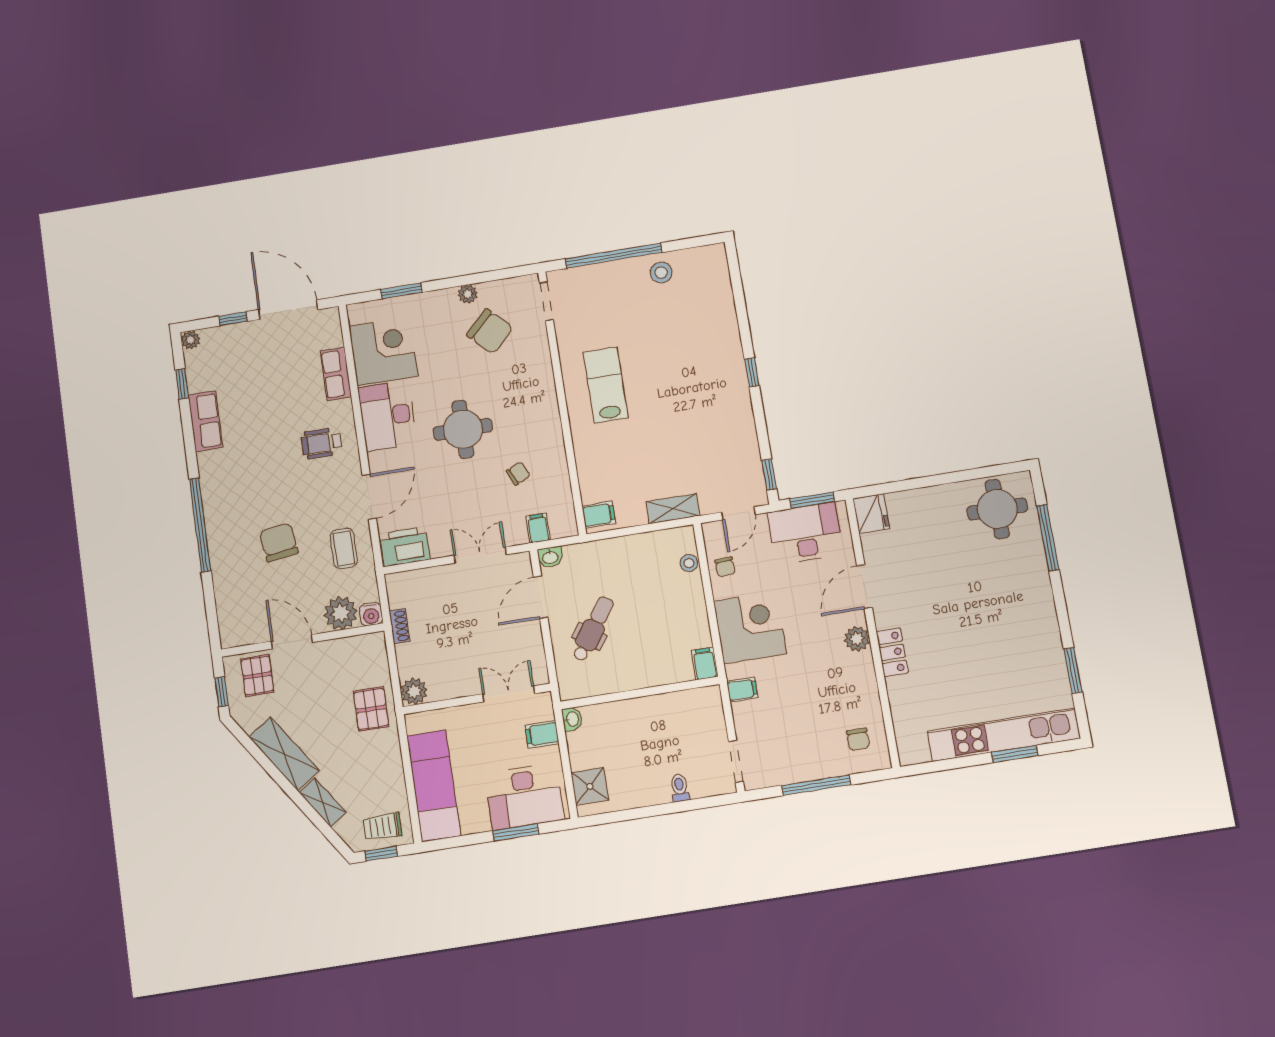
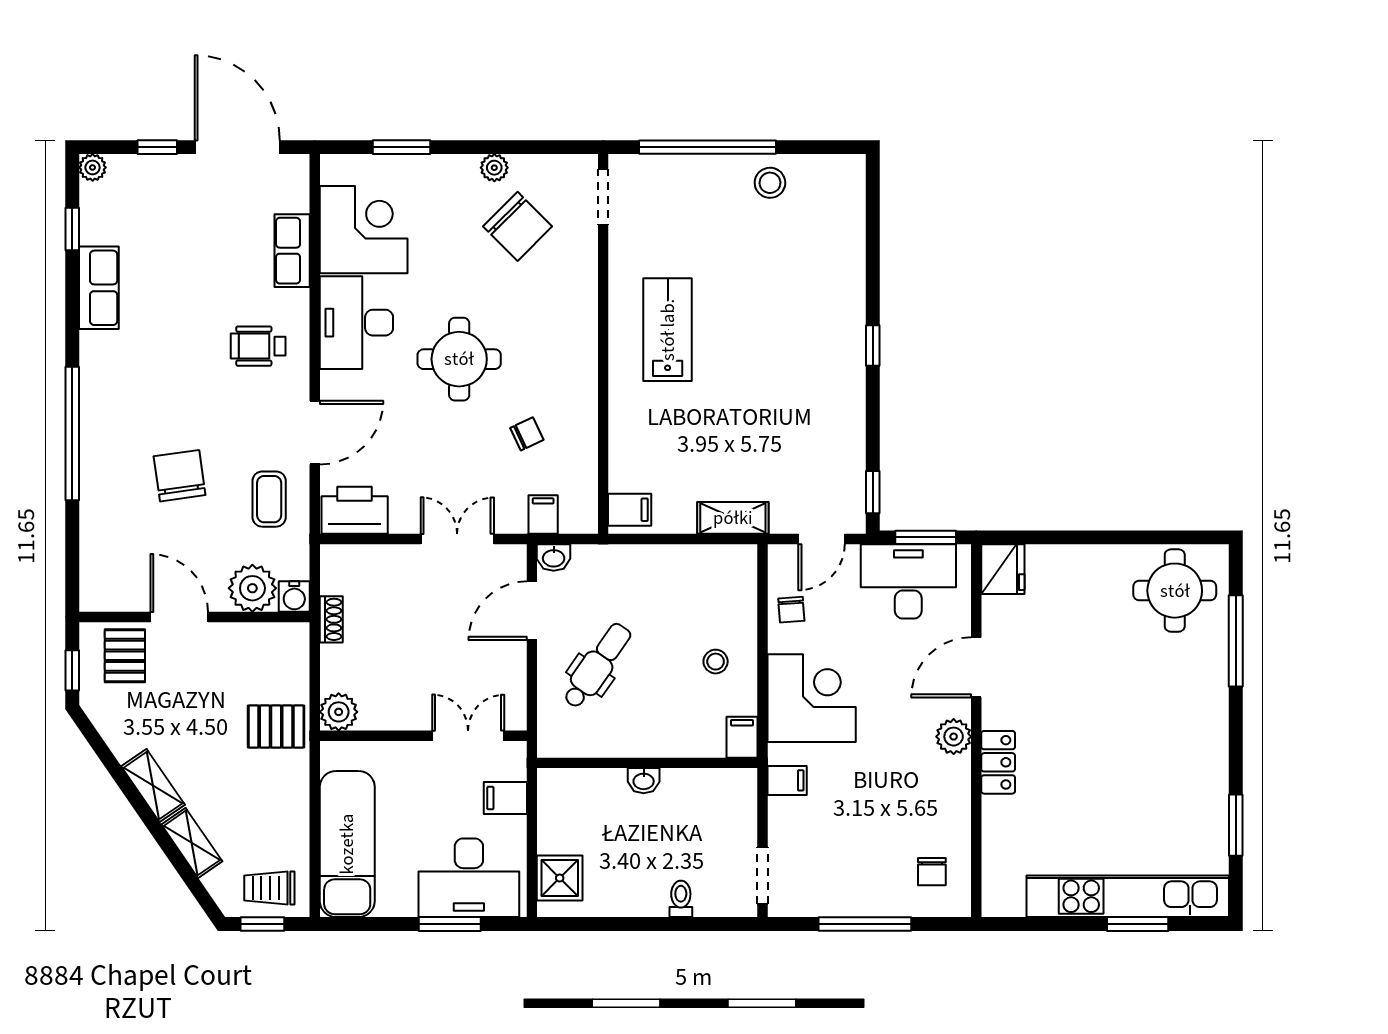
stool: (689, 563) -> (716, 662), moved
pallet: (371, 709) -> (276, 727), turned 90
washbasin: (572, 719) -> (644, 781), moved, turned 90
shelving: (284, 754) -> (153, 786), width x0.67, depth x0.75

